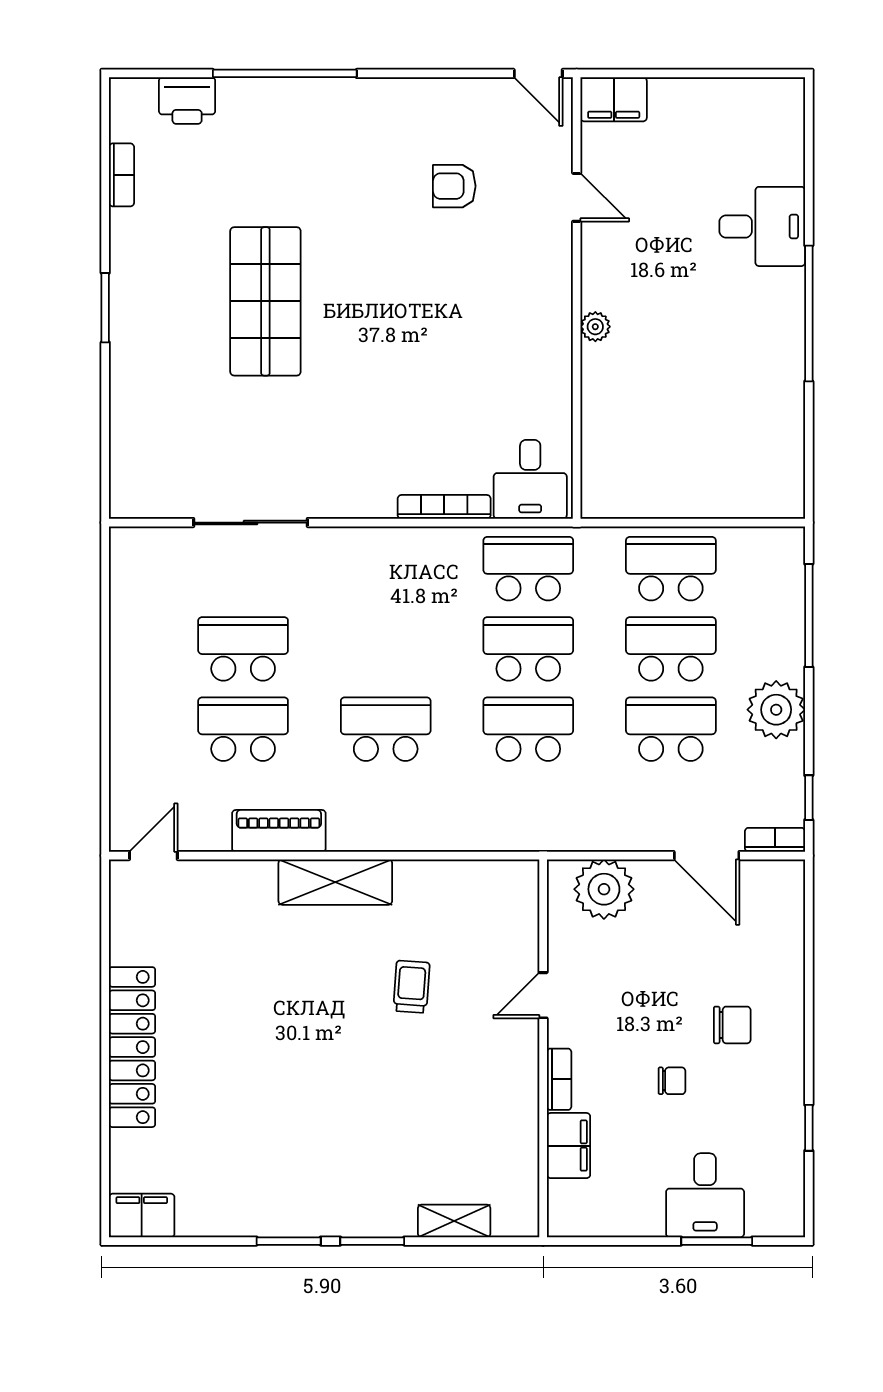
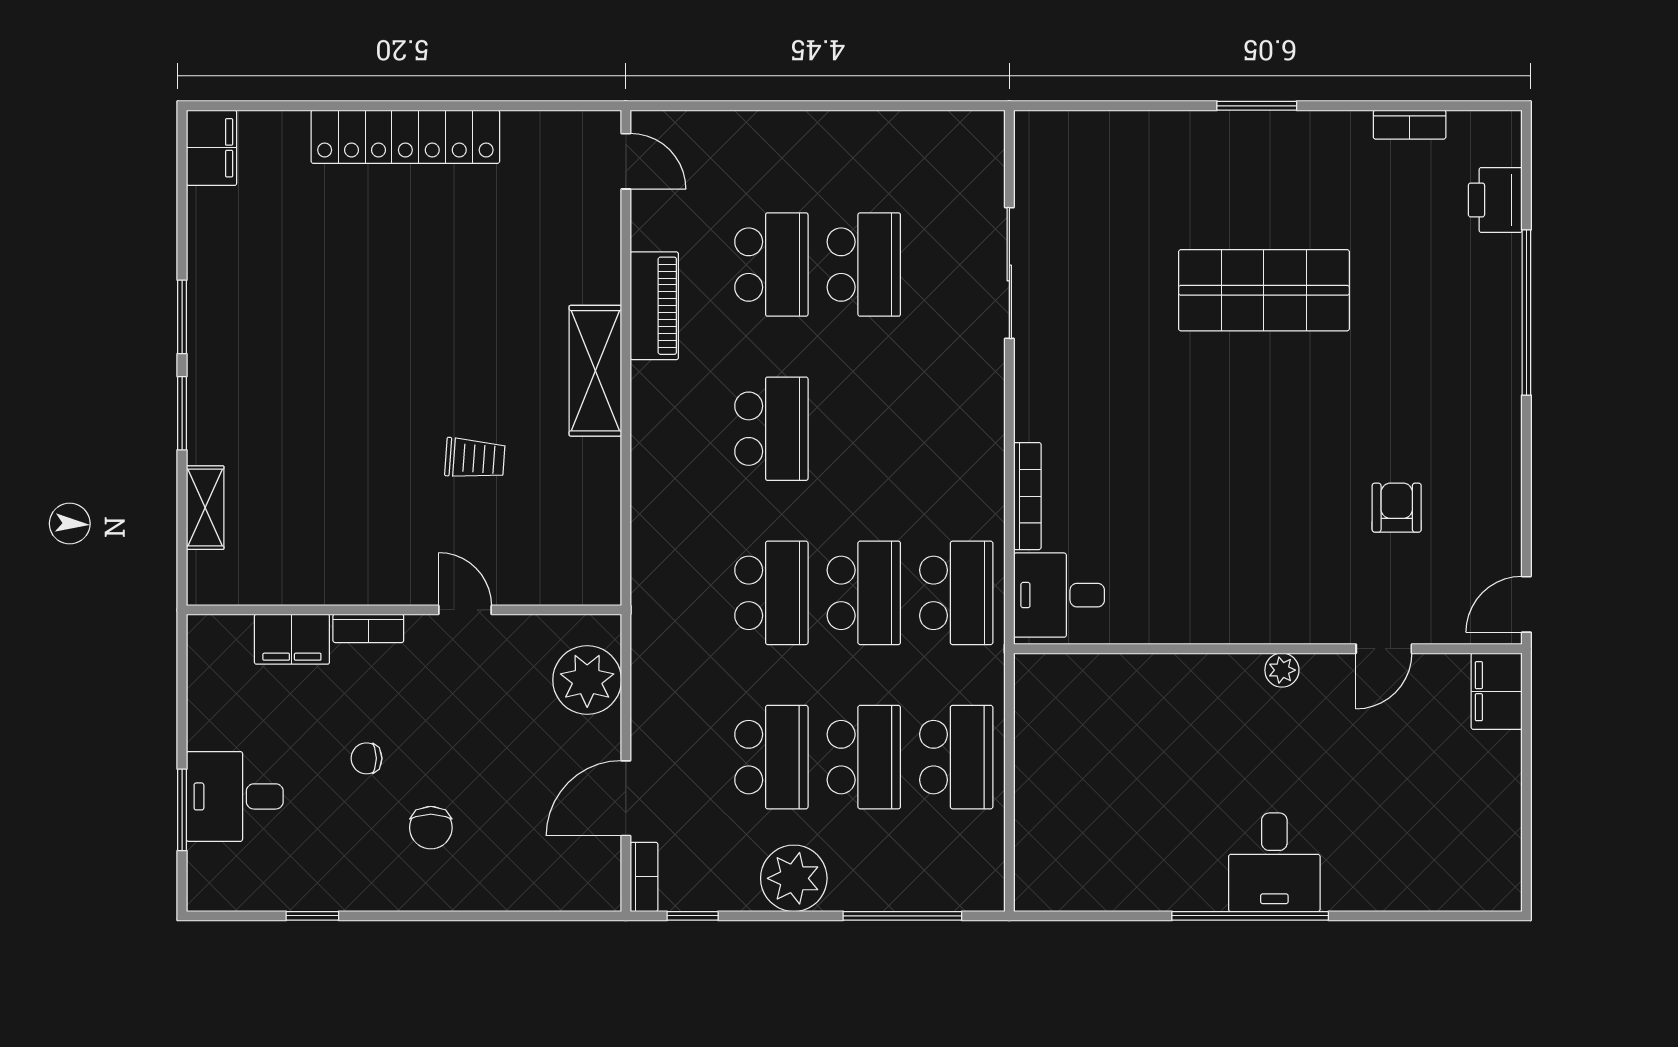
desk: (762, 226) -> (1274, 862), moved
plant: (595, 327) -> (1282, 670), moved
chair: (672, 1081) -> (367, 758), turned 90

